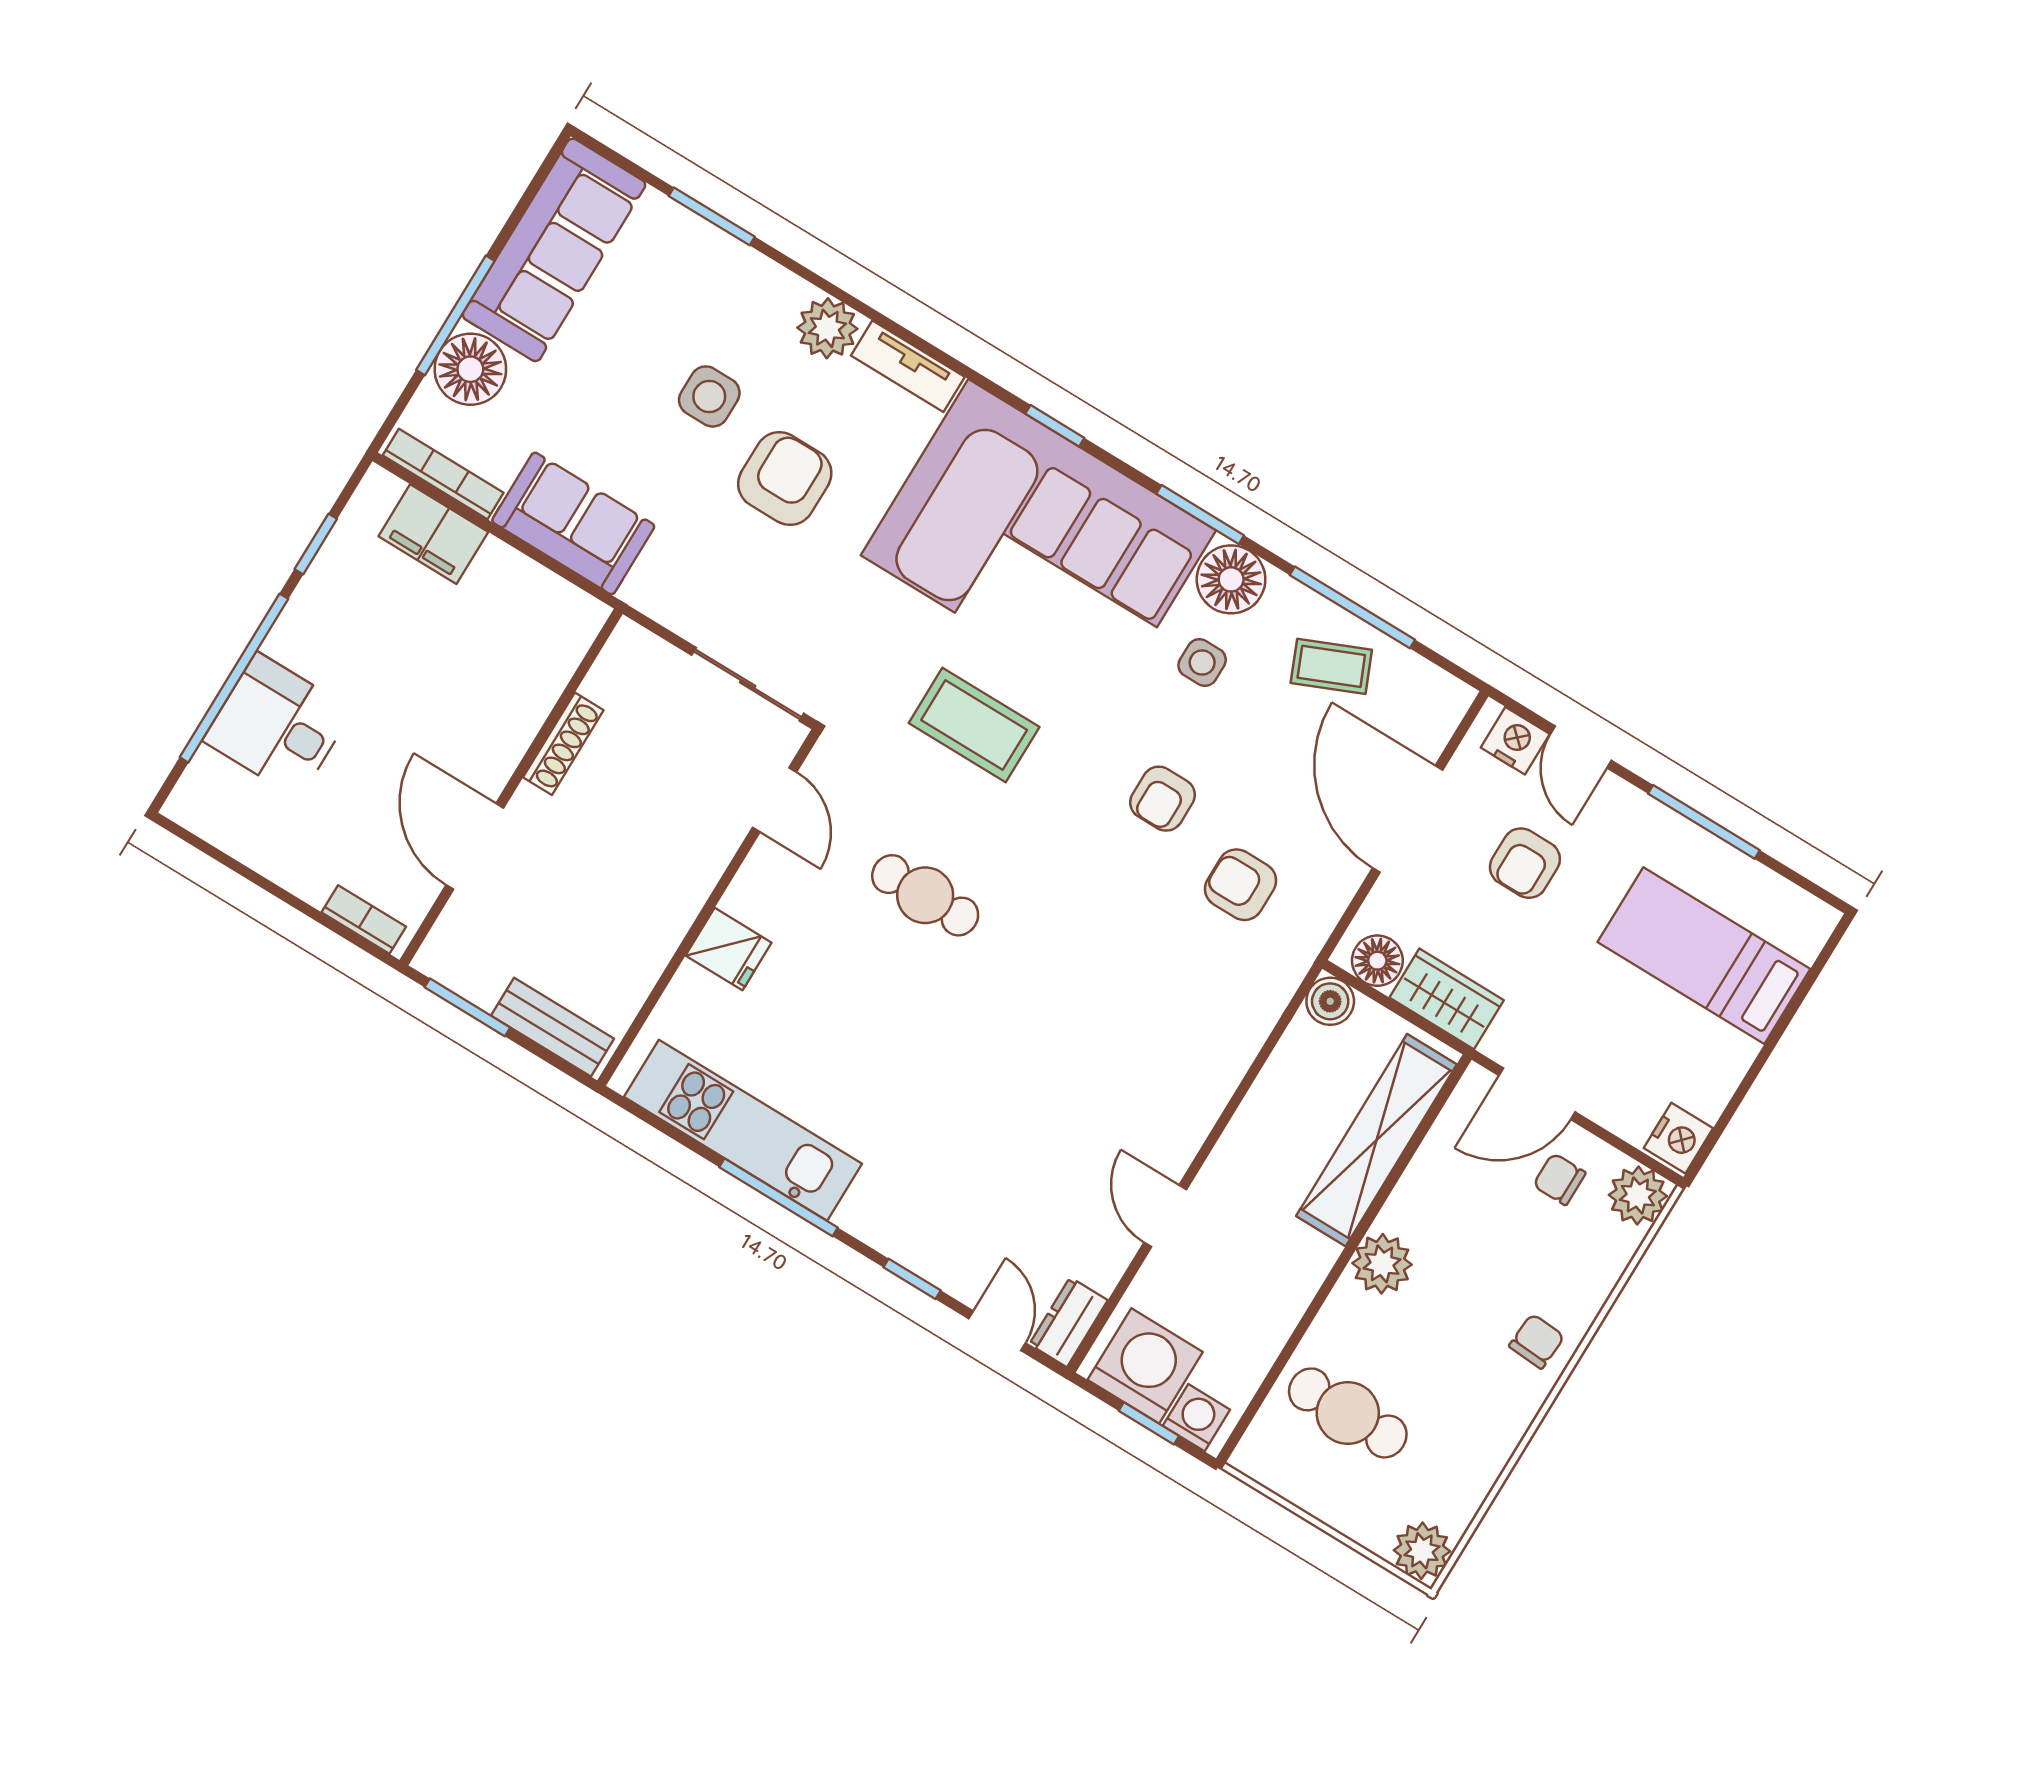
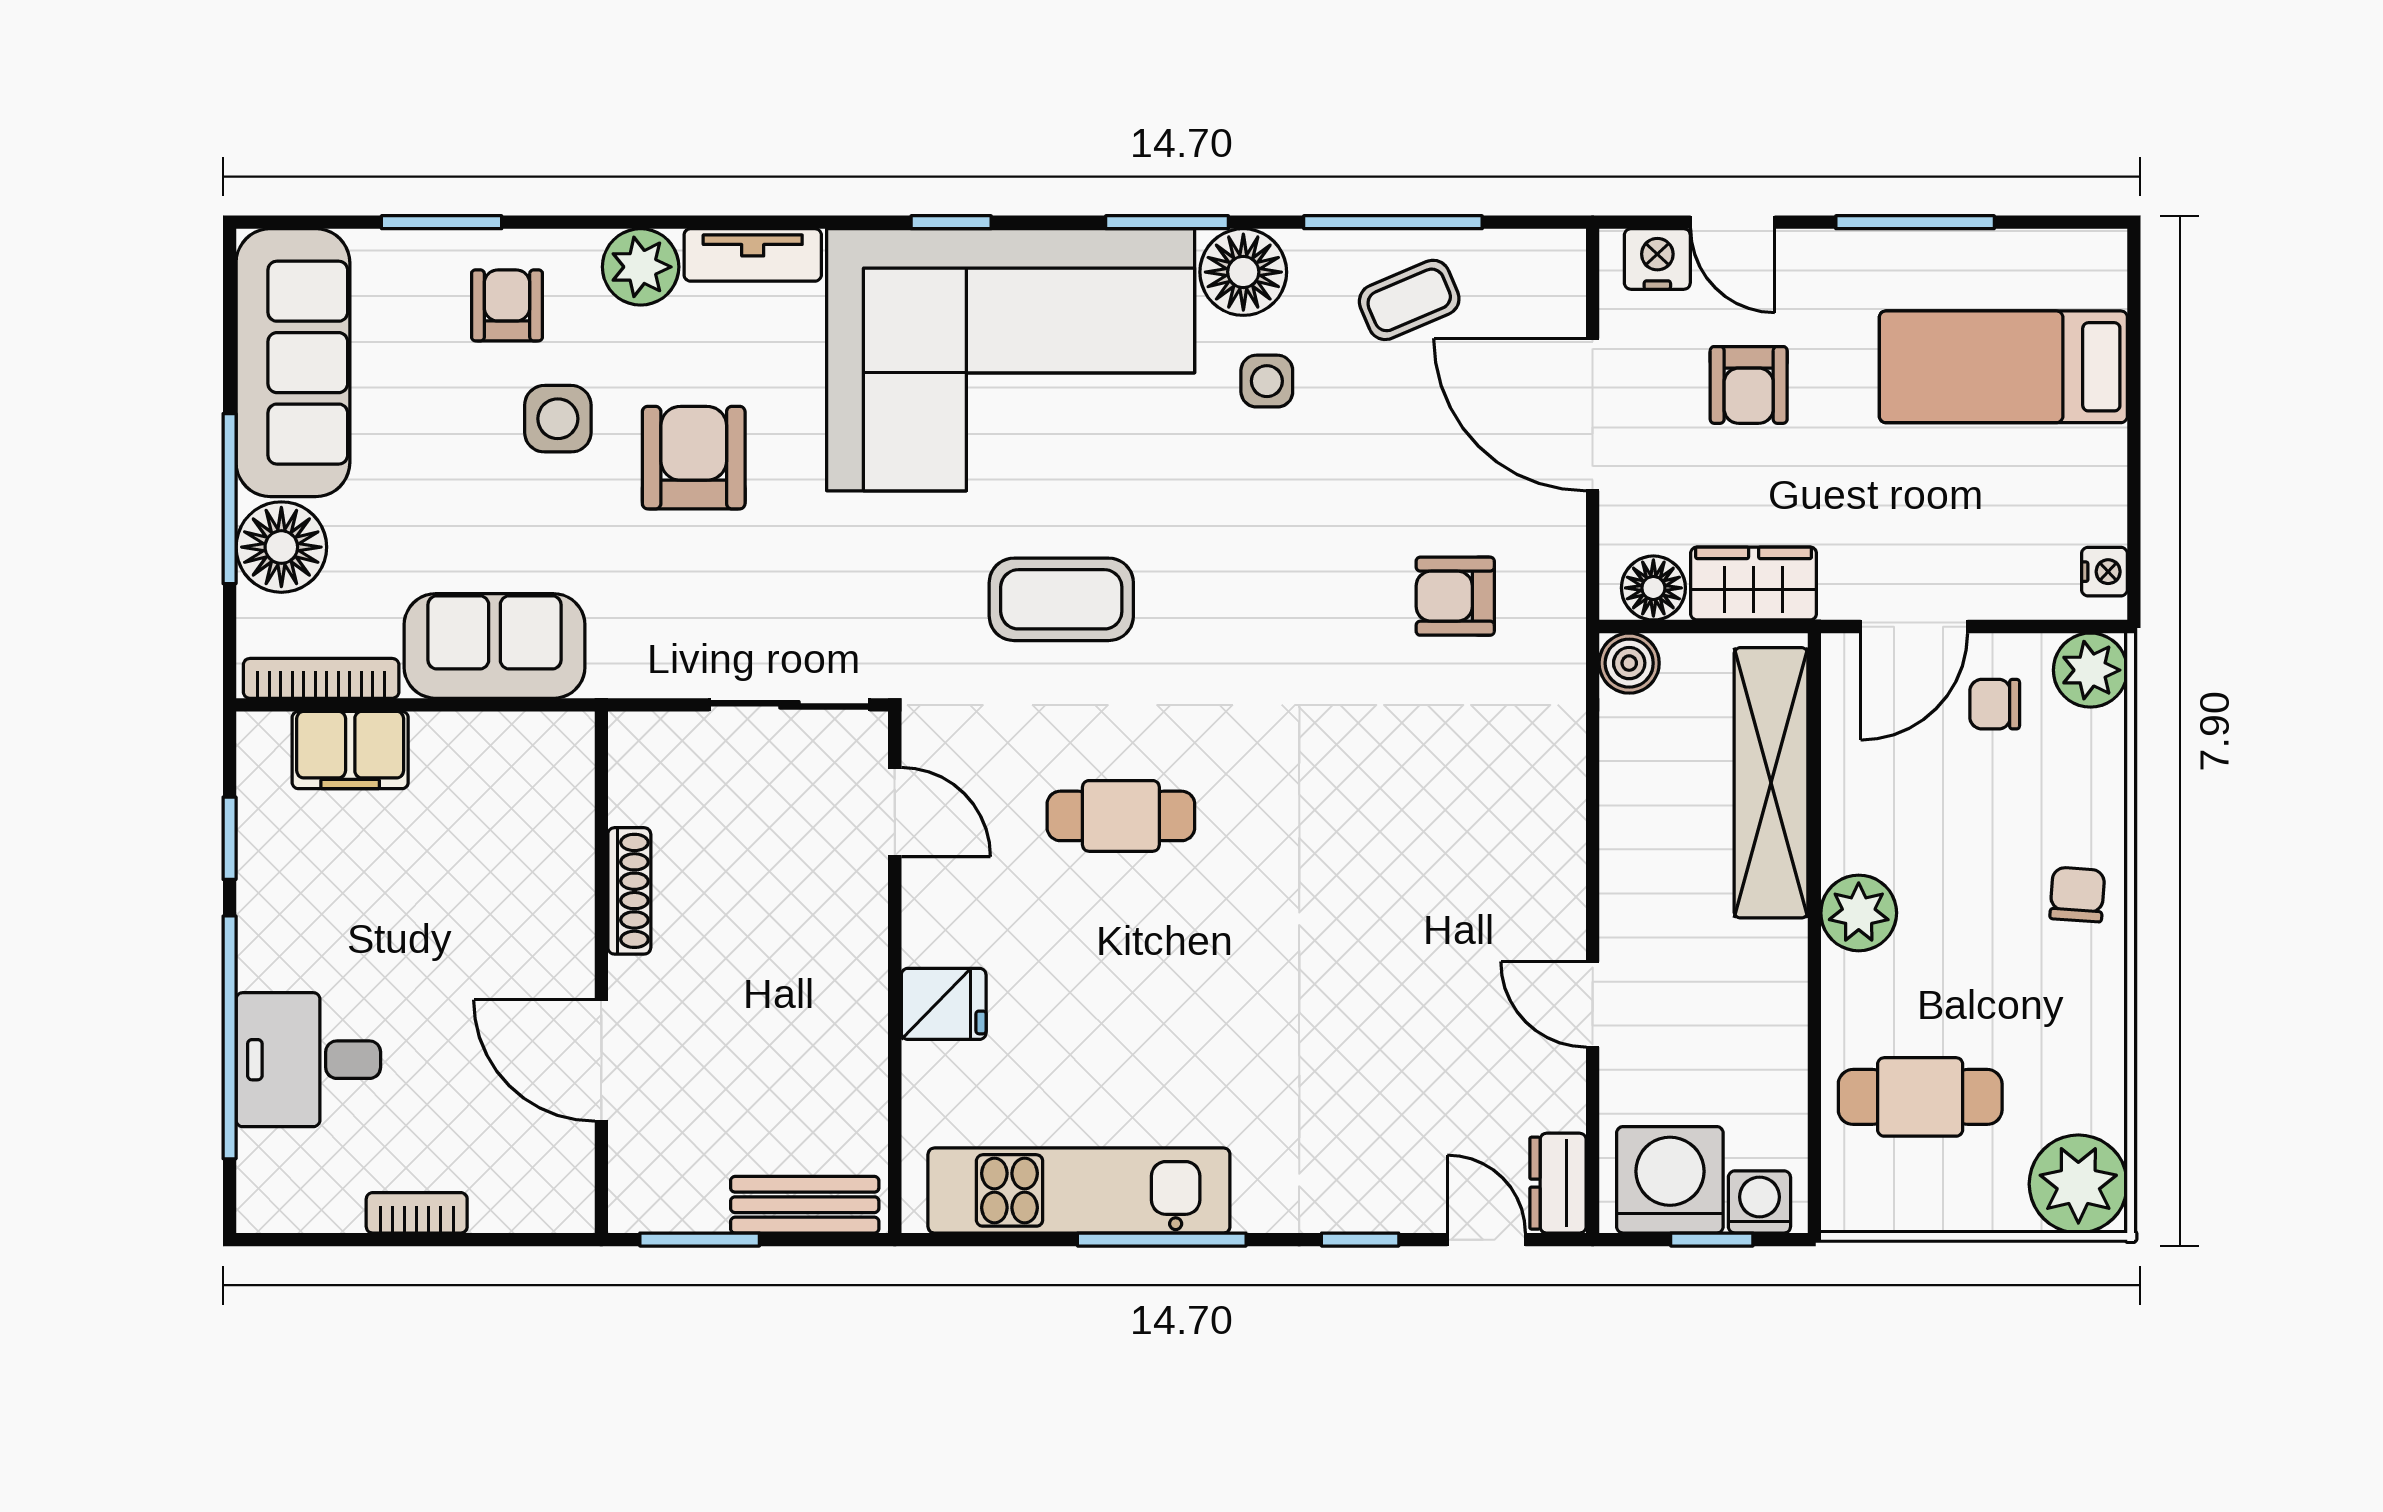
armchair: (1162, 799) -> (507, 305), moved, turned 180
bookcase: (364, 919) -> (417, 1213), moved
nightstand: (1678, 1138) -> (2104, 572), width x0.72, depth x0.74
plant: (1422, 1551) -> (2078, 1184), width x1.36, depth x1.36

